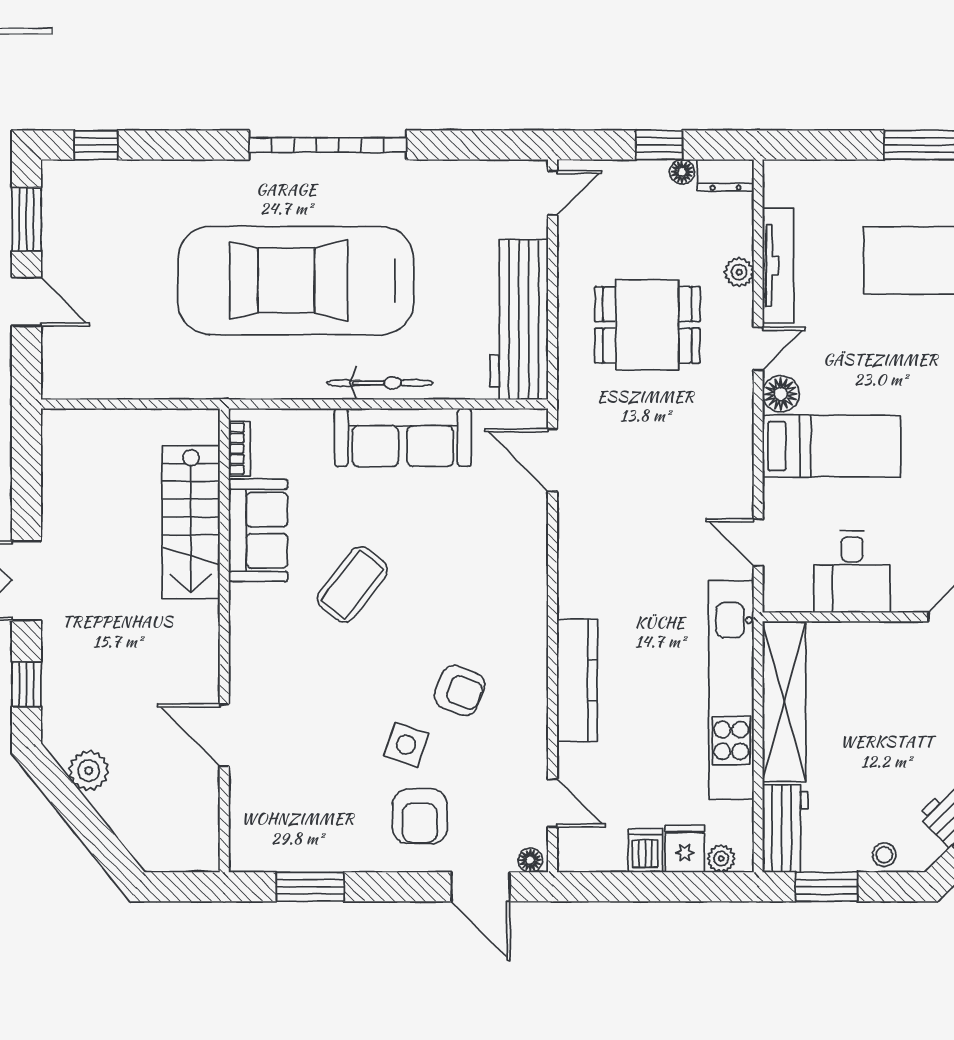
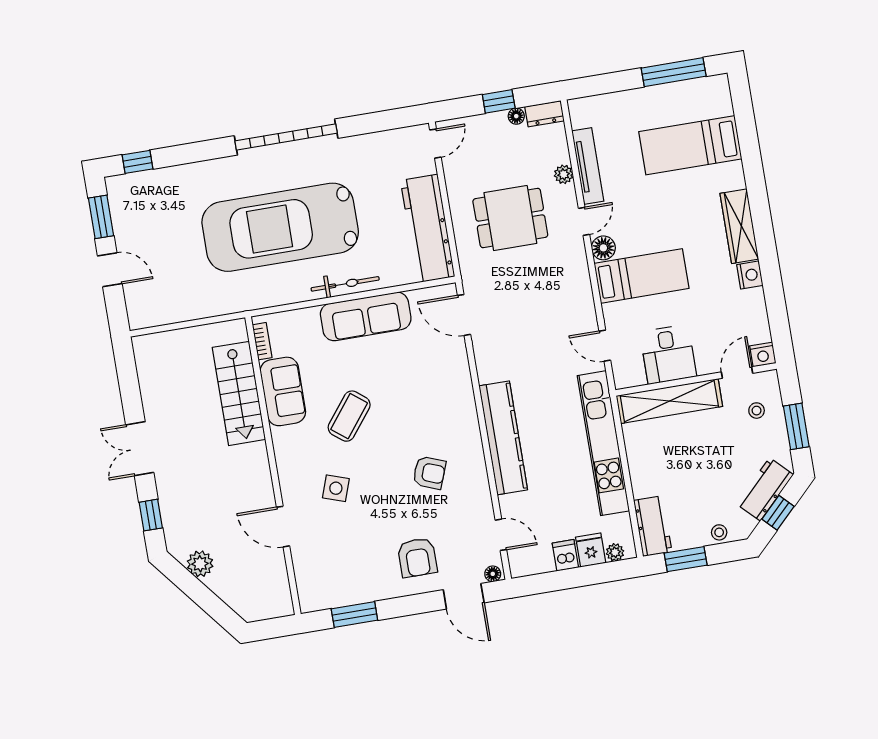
kitchen counter: (577, 680) -> (503, 438), width x1.39, depth x1.17
shelving: (784, 702) -> (669, 401), moved, turned 90
side table: (406, 745) -> (336, 488), moved

